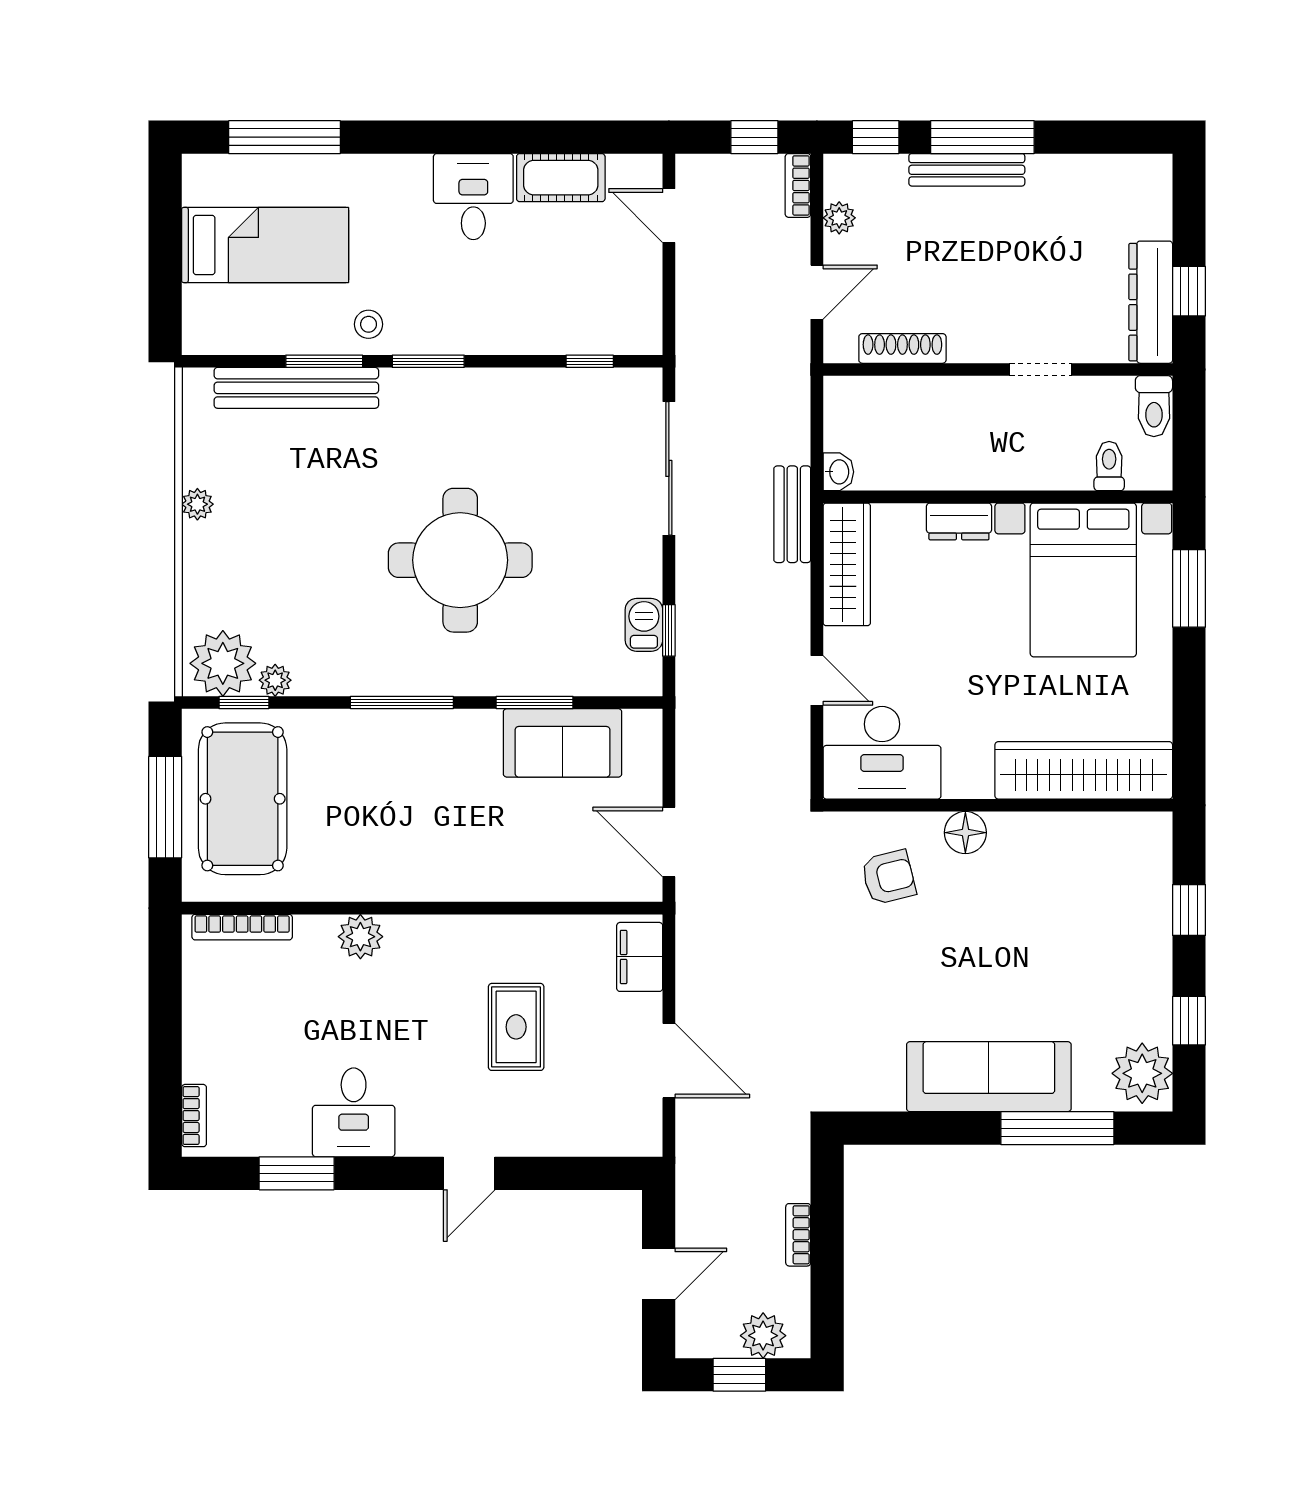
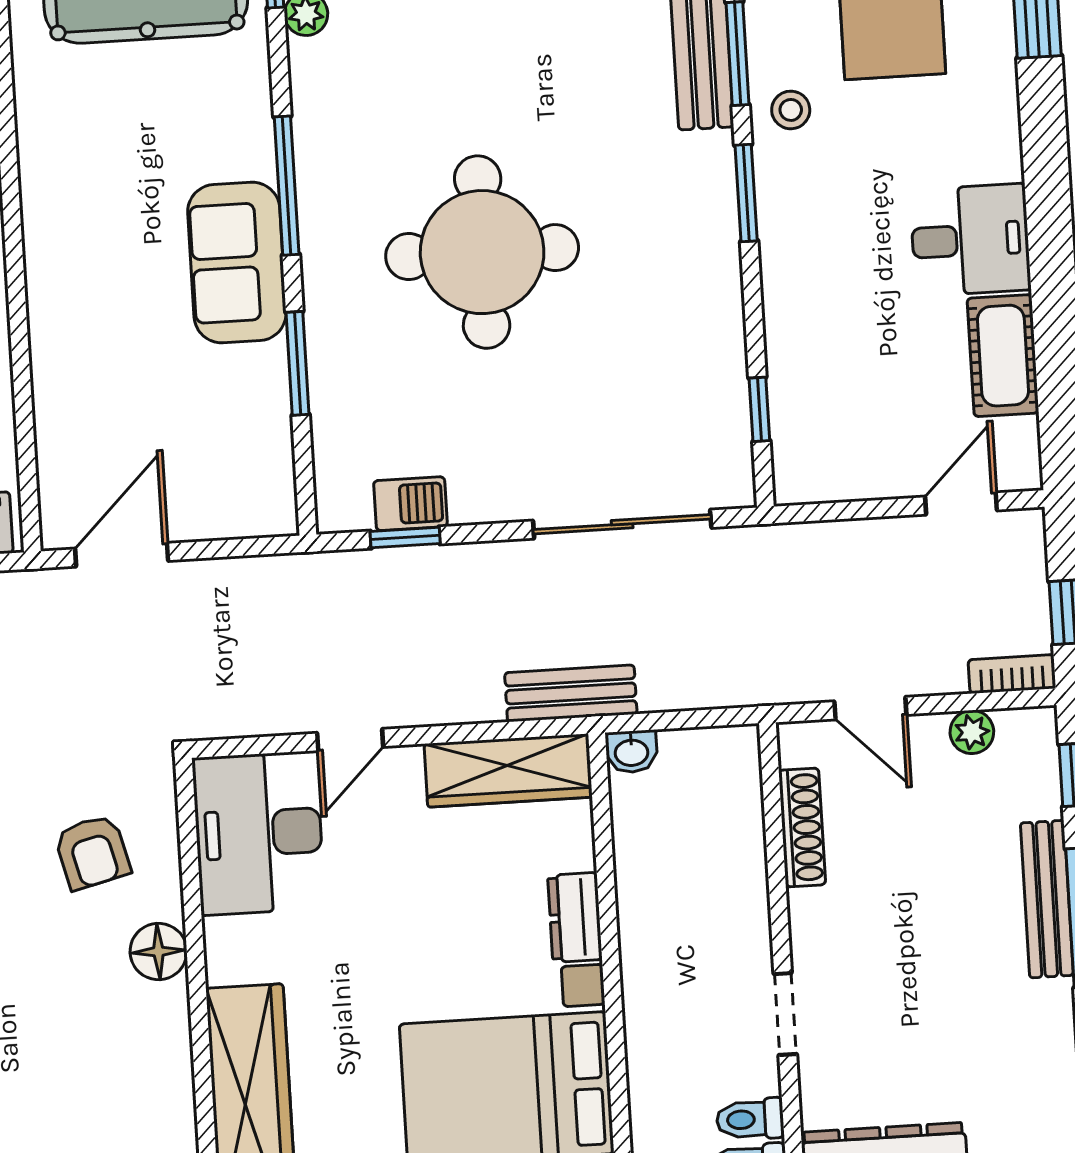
toilet: (1109, 466) -> (750, 1119), moved, turned 180
sofa: (563, 743) -> (237, 262), moved

